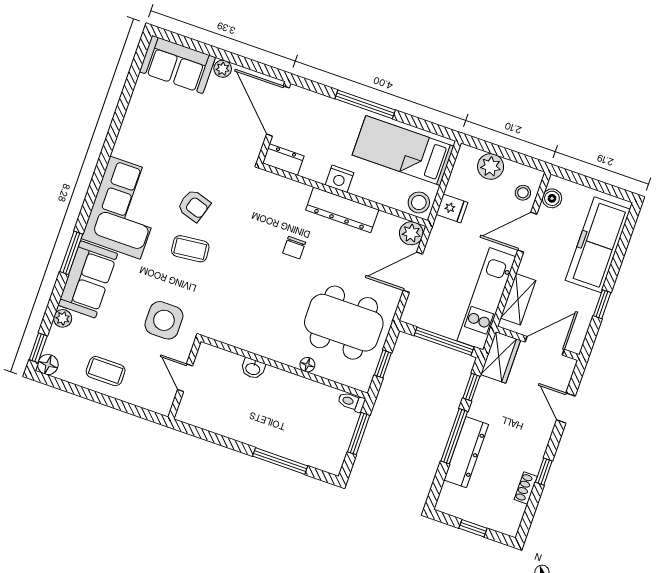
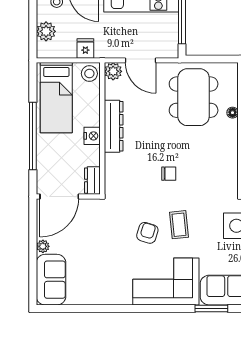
window: (365, 104) -> (33, 136), width x1.46
chair: (294, 248) -> (169, 174), moved
window: (383, 364) -> (213, 59), removed

